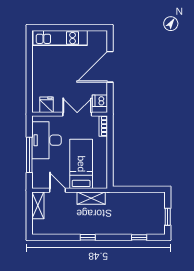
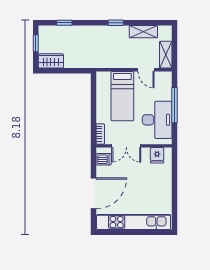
kitchen unit: (60, 38) -> (134, 222), width x1.36
shelving: (91, 198) -> (143, 32), moved
wardrobe: (153, 199) -> (51, 61), added

